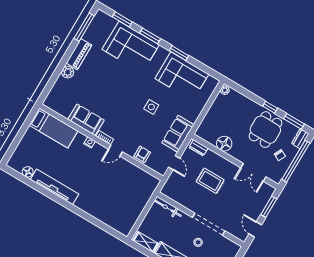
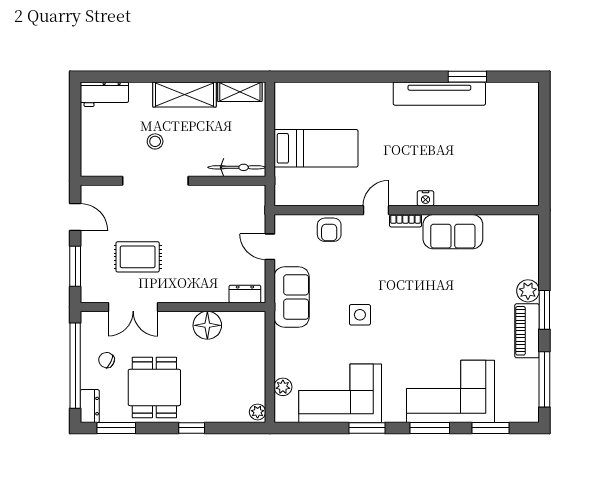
window: (65, 59) -> (544, 310), added
plant: (206, 95) -> (283, 387), added
window: (270, 107) -> (192, 428), moved
bed: (54, 128) -> (316, 148), moved, turned 180
floor lamp: (28, 172) -> (497, 92), removed
double door: (253, 172) -> (133, 307), swing flipped
rug: (210, 181) -> (138, 257), moved
window: (37, 187) -> (467, 77), added

